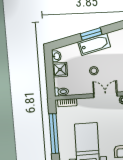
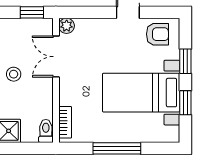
window: (54, 134) -> (117, 148), width x0.68

